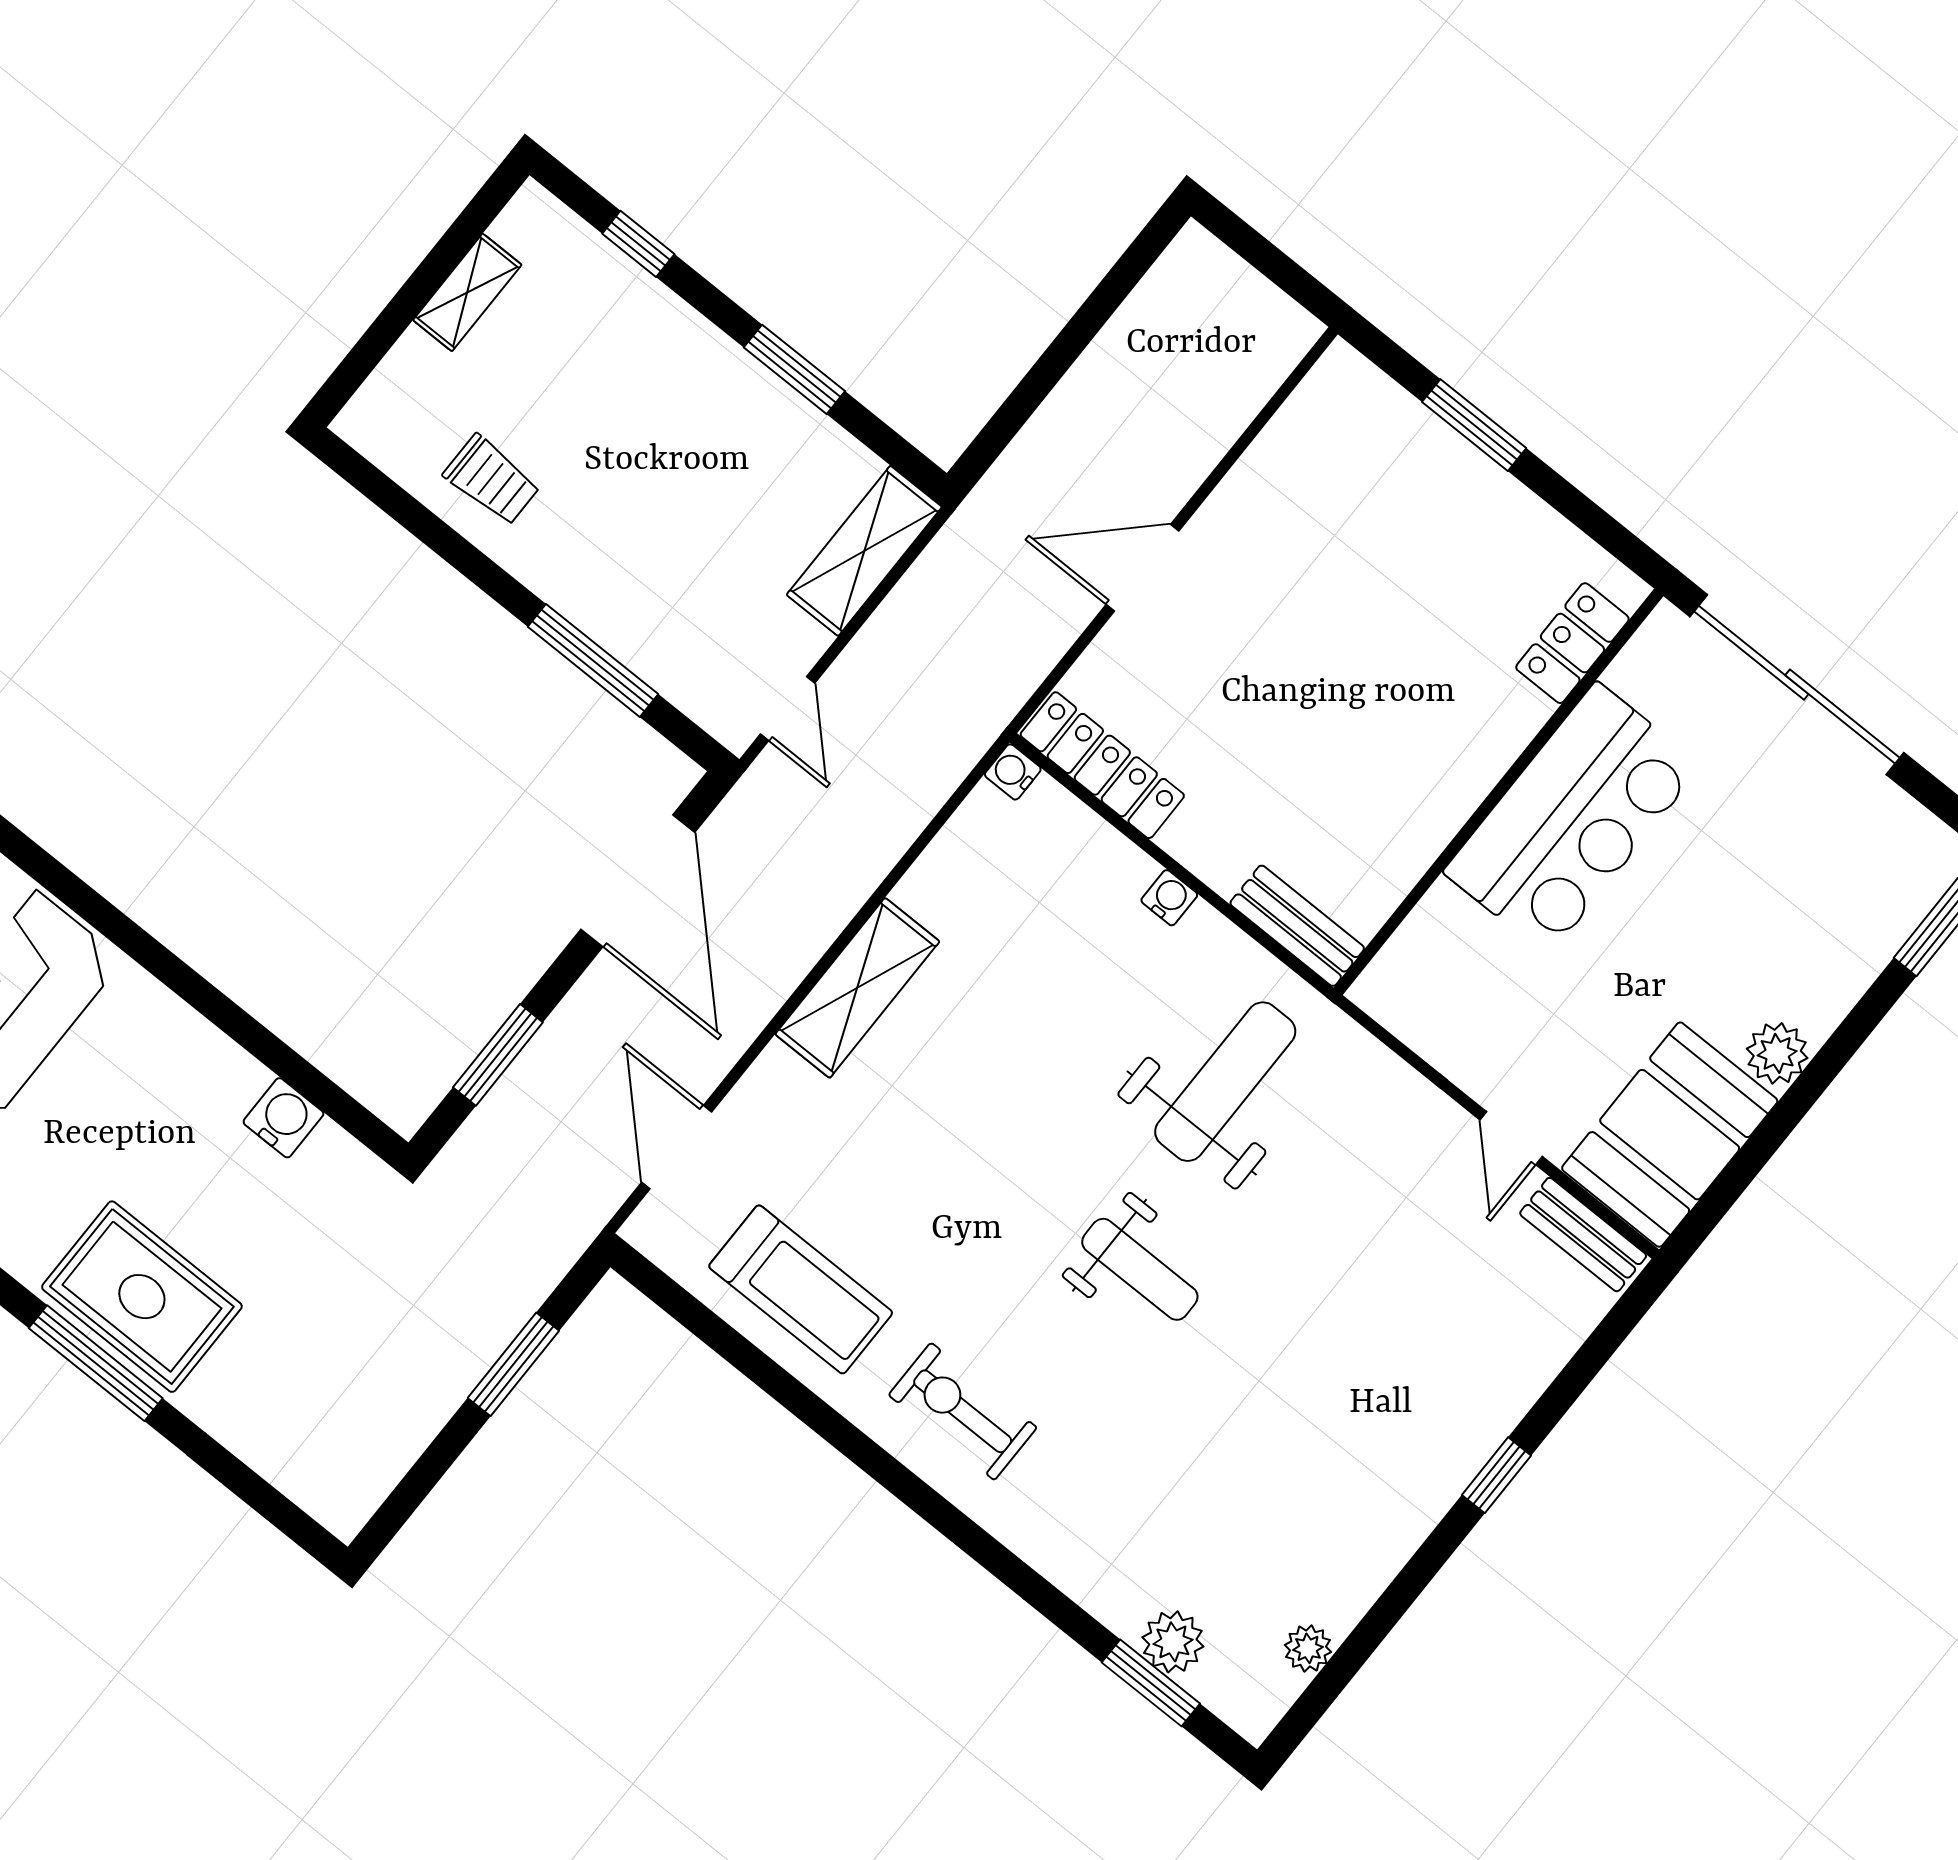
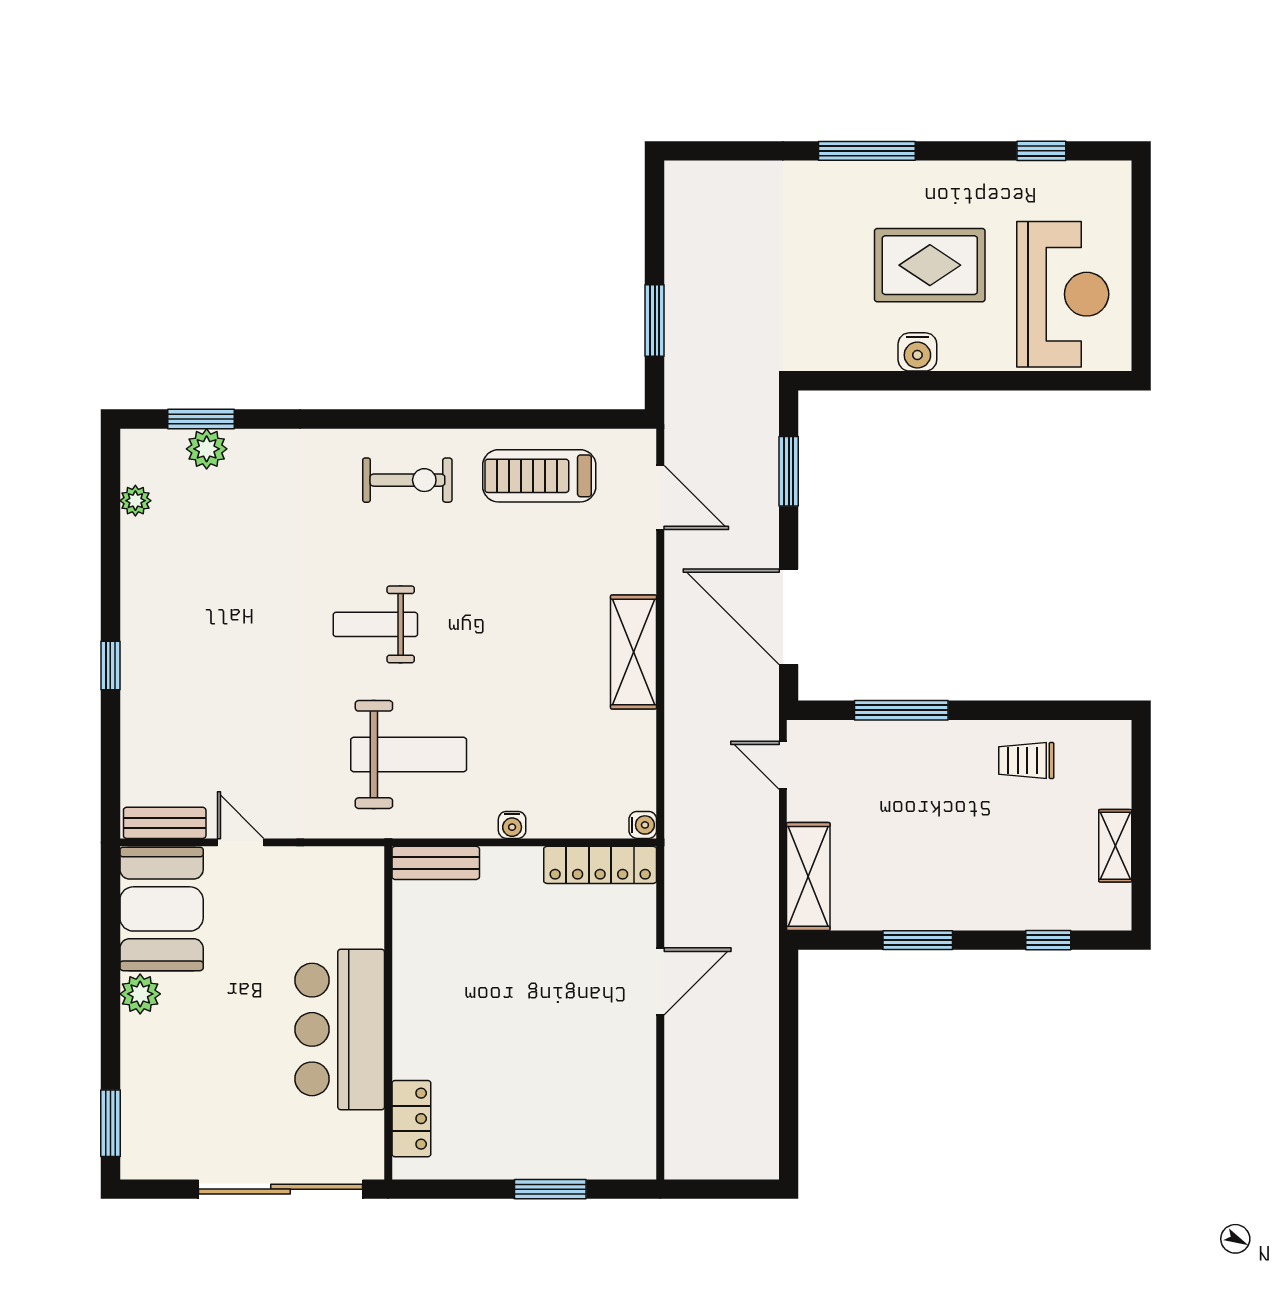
weight bench: (1225, 1082) -> (409, 754), turned -90
water cooler: (283, 1118) -> (917, 352), moved
rug: (142, 1297) -> (930, 265), moved

